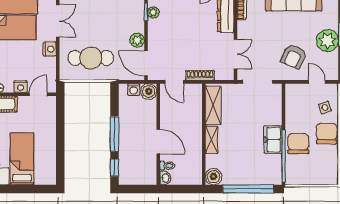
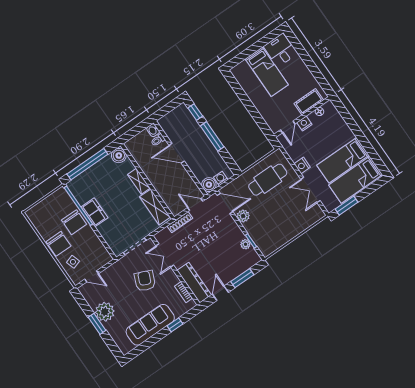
armchair: (294, 56) -> (145, 281), moved

